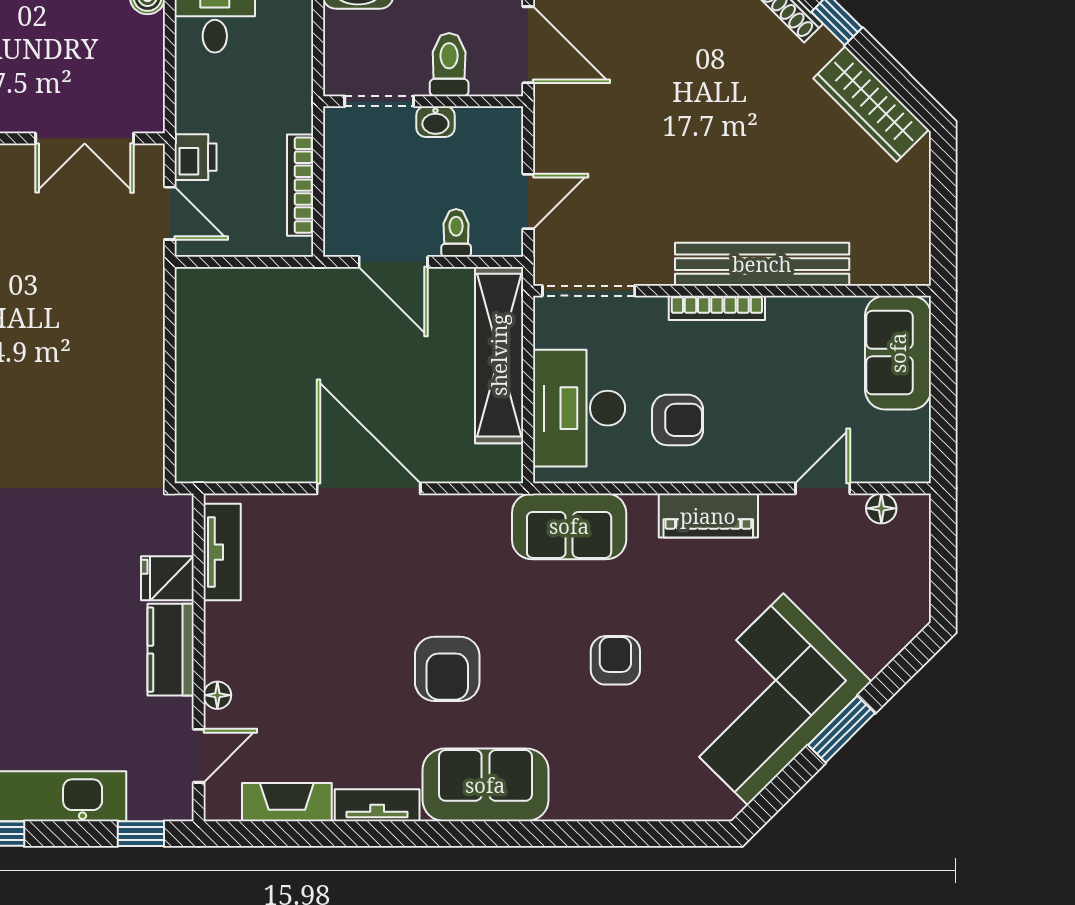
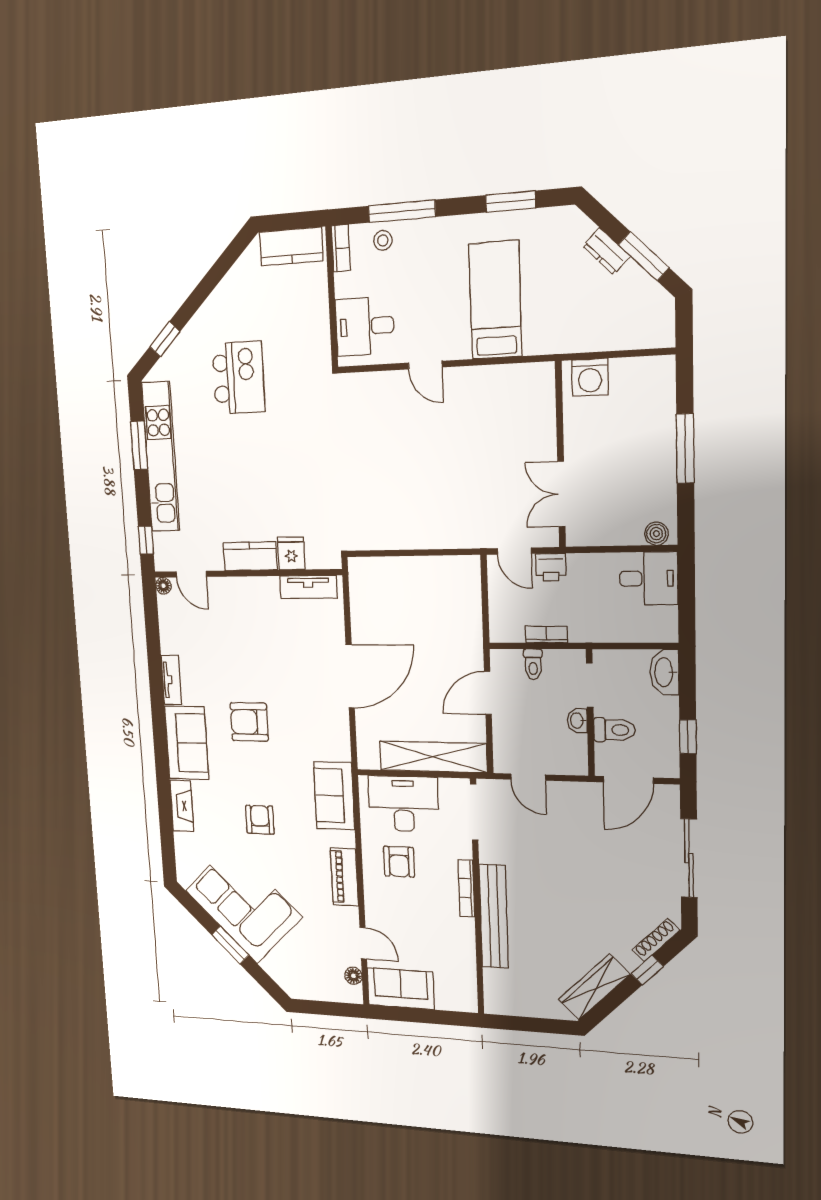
bookcase: (300, 185) -> (546, 635), width x0.64
door: (170, 213) -> (514, 551), hinge flipped
toilet: (456, 233) -> (533, 664), moved, turned 90
sofa: (898, 353) -> (401, 989), moved
armchair: (615, 660) -> (260, 820), turned -90
floor lamp: (217, 695) -> (163, 586), moved
fireplace: (287, 802) -> (182, 806), moved

